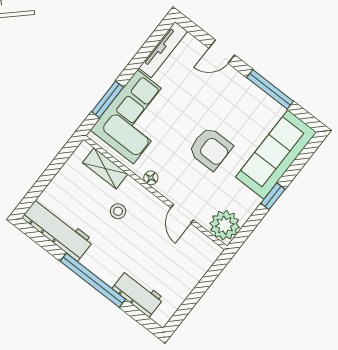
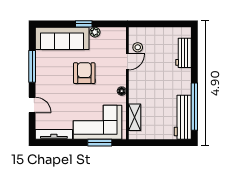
stool: (118, 211) -> (138, 47), moved
plant: (225, 225) -> (95, 32), moved, width x0.53, depth x0.53
window: (93, 280) -> (194, 107), moved

